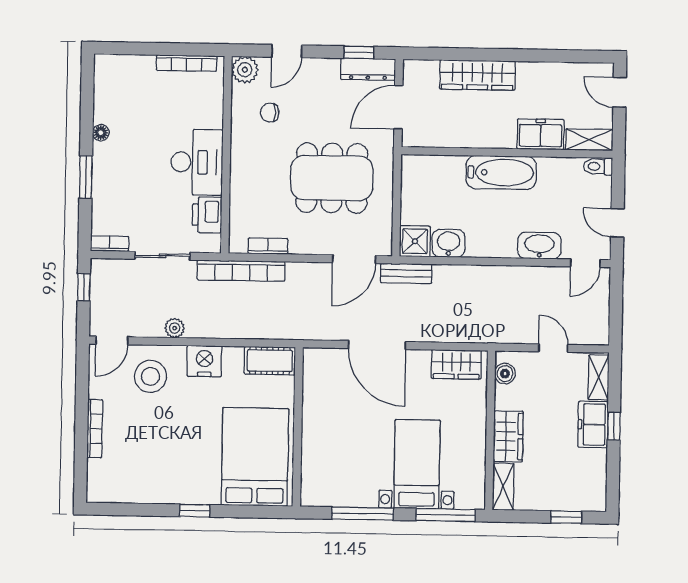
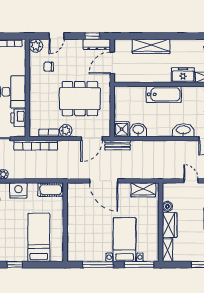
plant: (302, 242) -> (66, 131), added
boiler: (505, 374) -> (167, 206), moved
bed: (255, 457) -> (39, 237), width x0.67

